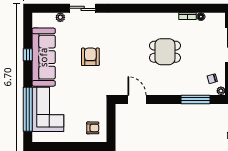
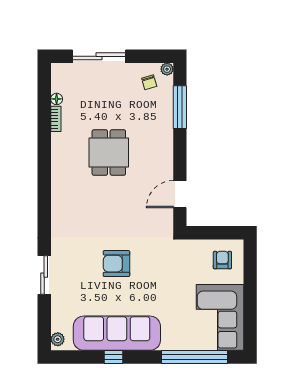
plant: (60, 17) -> (58, 339), moved
corner sofa: (48, 109) -> (220, 317), moved, turned -90

